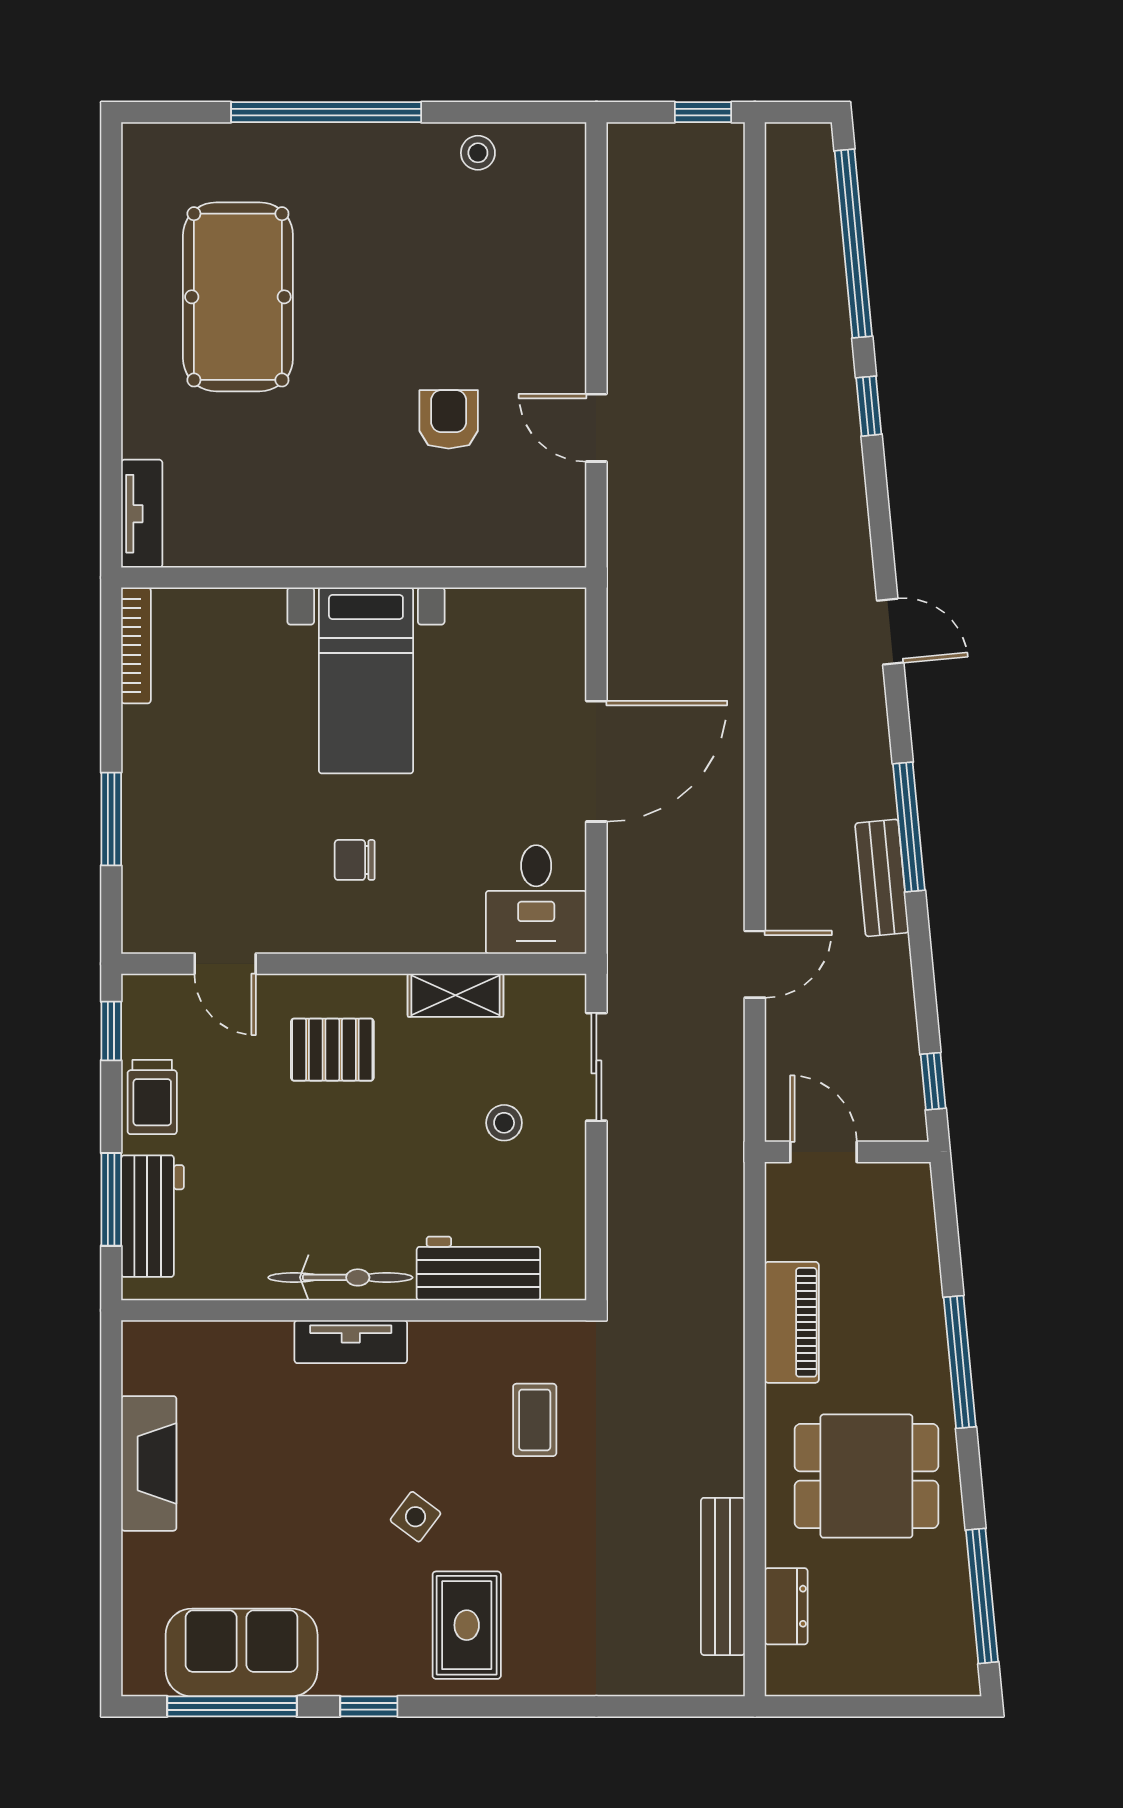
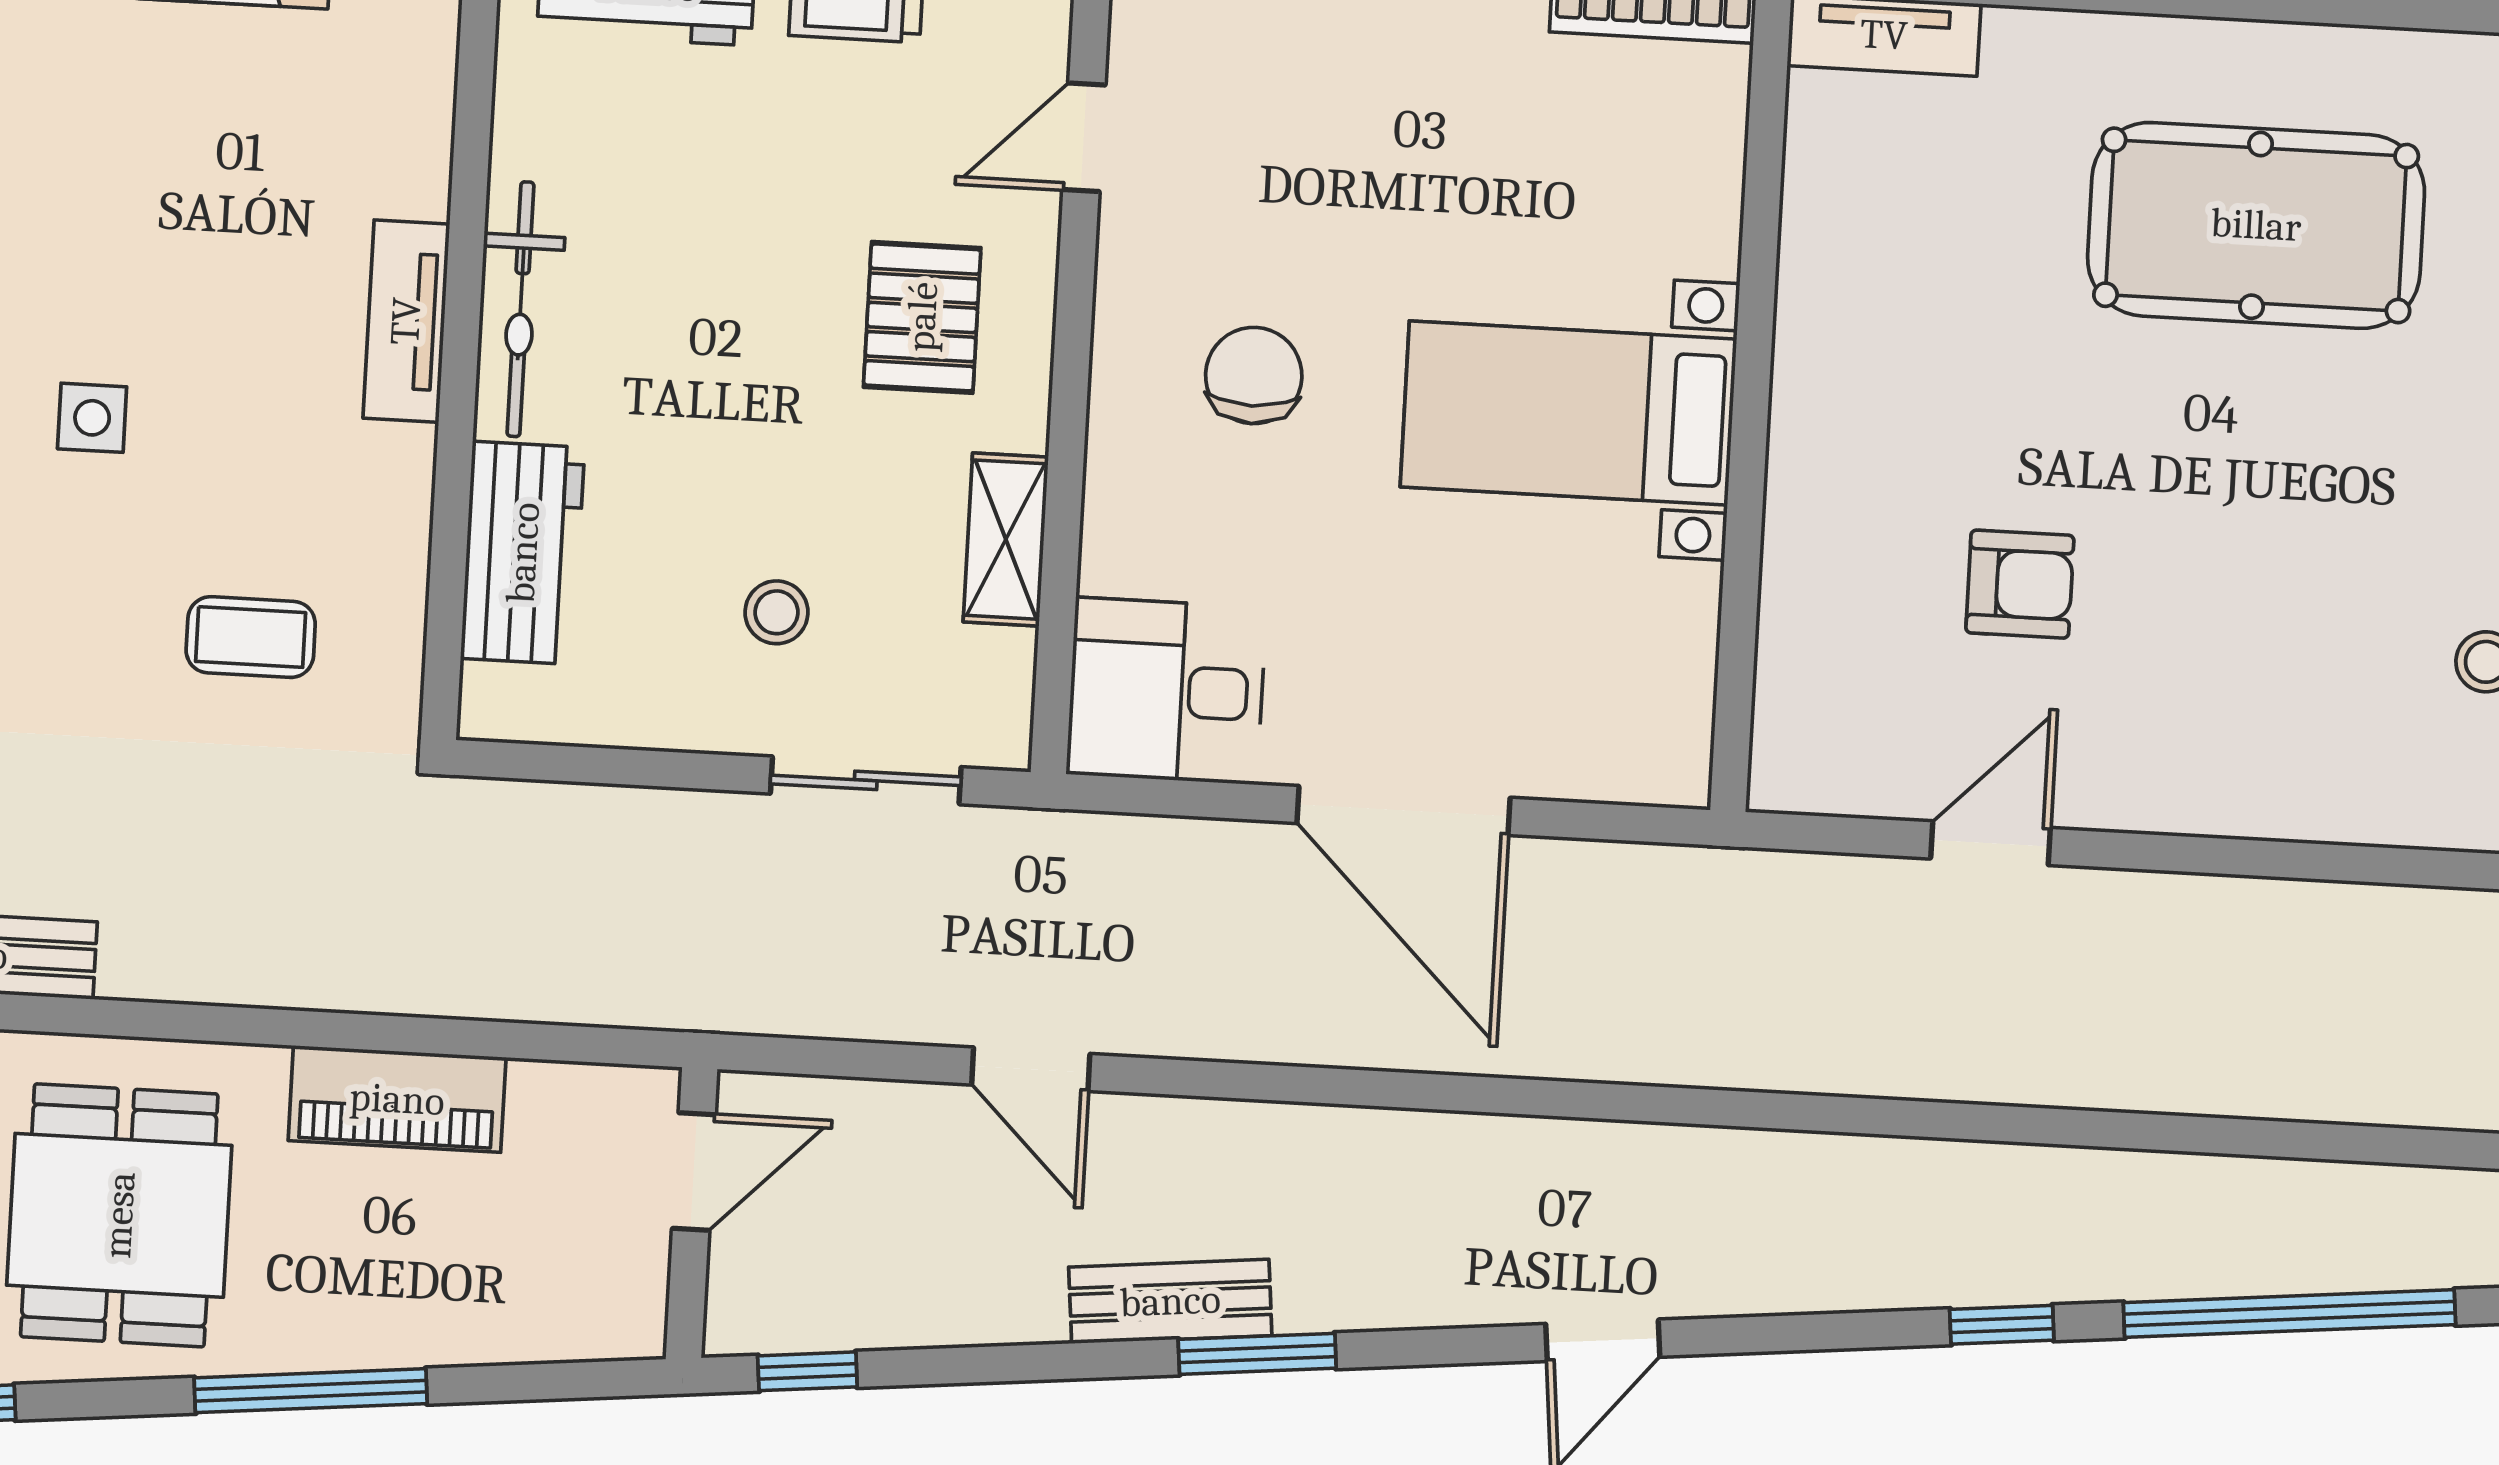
window: (909, 827) -> (1257, 1354), width x0.69
chair: (355, 860) -> (1254, 375), width x1.37, depth x1.37
side table: (415, 1517) -> (92, 418), turned -37

